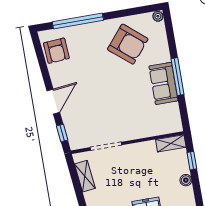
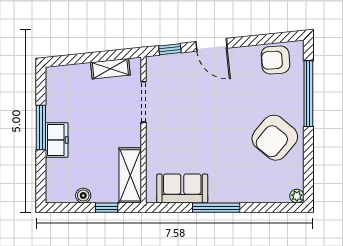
armchair: (128, 44) -> (275, 138), moved
sofa: (163, 83) -> (182, 188), moved
shelving: (171, 143) -> (130, 175), width x1.50, depth x1.33

